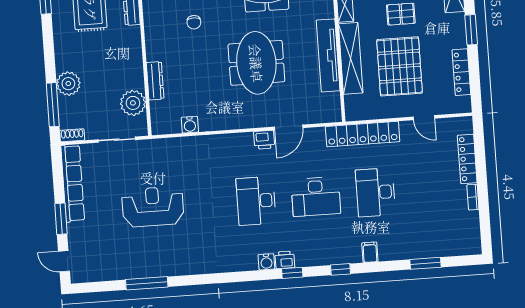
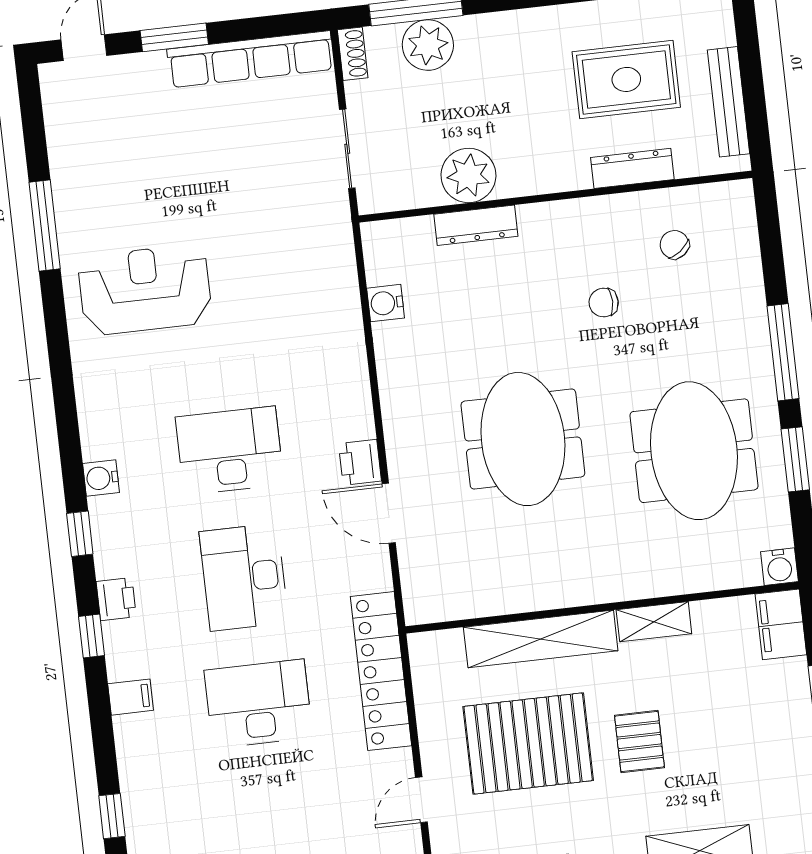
tv unit: (328, 55) -> (545, 591), removed
meeting table: (256, 63) -> (523, 439), turned 90
plant: (68, 84) -> (428, 45), moved
plant: (133, 103) -> (468, 175), moved
reception desk: (153, 207) -> (145, 290), moved, turned -90
printer: (285, 260) -> (116, 599), moved
window: (425, 263) -> (112, 816), width x0.67

